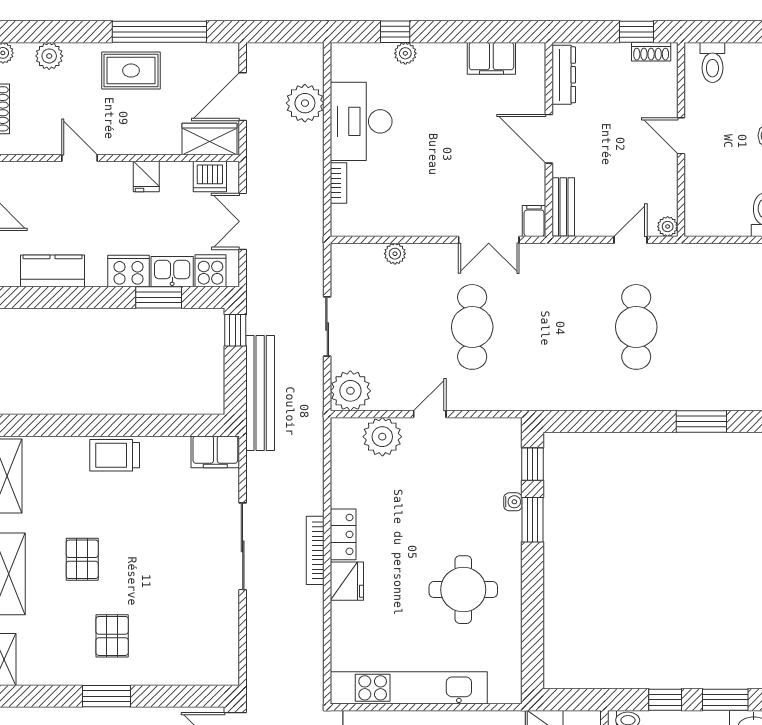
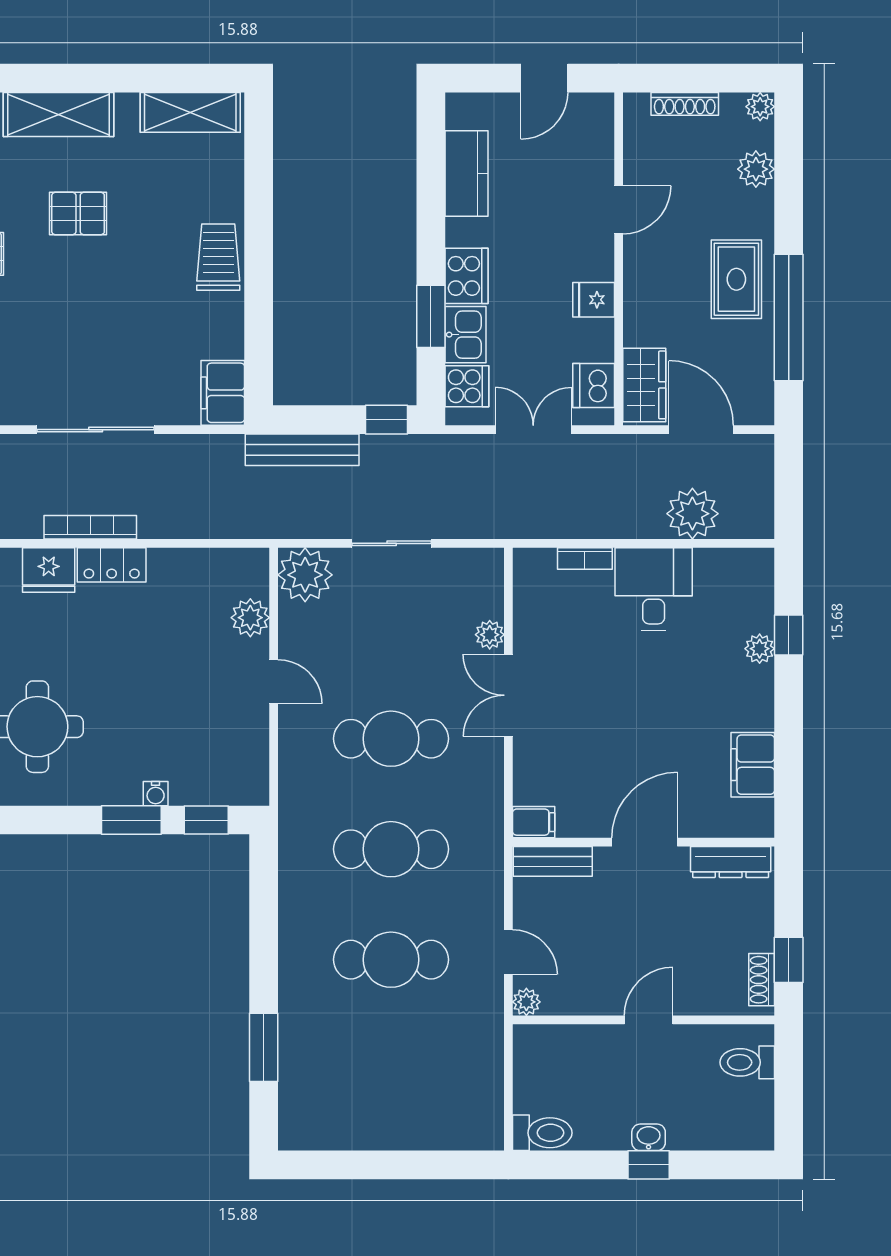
desk: (361, 121) -> (654, 589), width x0.73
double door: (489, 240) -> (508, 695), moved
cafe table: (554, 327) -> (391, 849), added
bench: (260, 393) -> (302, 450), width x0.73, depth x0.82
plant: (382, 437) -> (250, 618), width x0.73, depth x0.73

